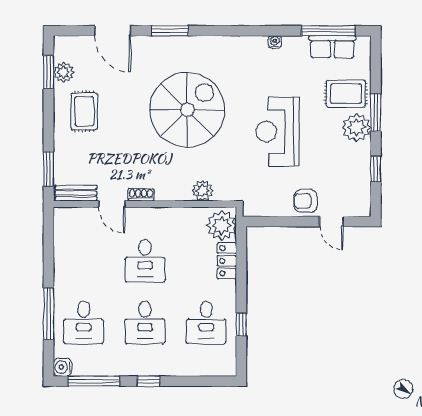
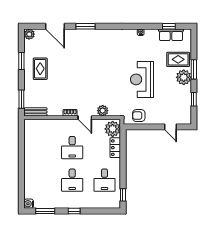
window: (328, 31) -> (169, 26), width x0.46
window: (49, 72) -> (21, 61), moved
plant: (64, 72) -> (29, 34), moved
spiral stairs: (187, 110) -> (94, 68), removed
armchair: (306, 201) -> (139, 116), moved
door: (112, 204) -> (85, 118), moved
window: (49, 314) -> (21, 175), removed
desk: (84, 322) -> (40, 180), removed
window: (241, 324) -> (123, 195), moved
window: (94, 381) -> (45, 211), width x0.69

